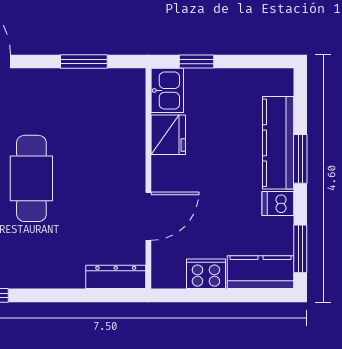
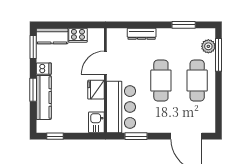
window: (197, 62) -> (55, 136), moved
bar counter: (115, 123) -> (121, 107), added
fridge: (168, 135) -> (96, 90), moved
dresser: (116, 277) -> (142, 34), moved

